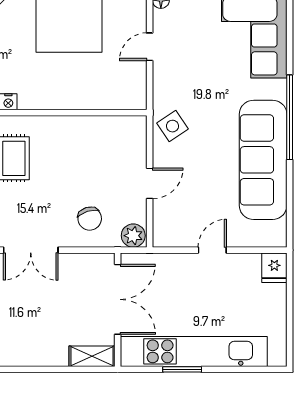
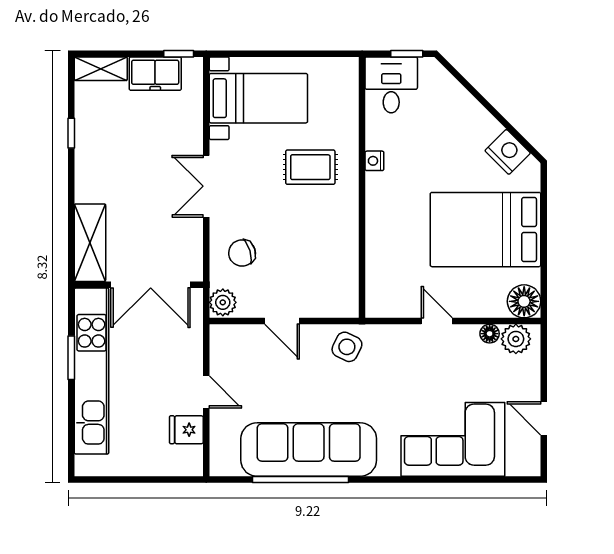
window: (290, 117) -> (300, 479), moved
side table: (172, 126) -> (347, 347), turned -30
fridge: (274, 268) -> (186, 430), moved
shelving: (92, 356) -> (90, 243), width x1.50, depth x1.33

